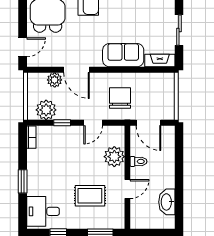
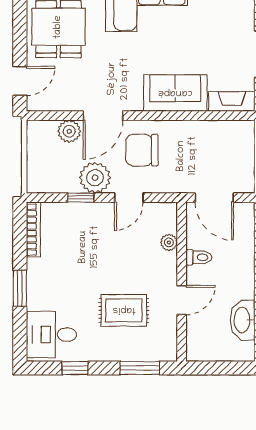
door: (76, 70) -> (103, 116), hinge flipped
chair: (120, 98) -> (142, 150), moved, turned -90
plant: (46, 110) -> (95, 178), moved
bookcase: (31, 137) -> (33, 230), width x1.56
plant: (114, 157) -> (169, 242), width x0.53, depth x0.53

